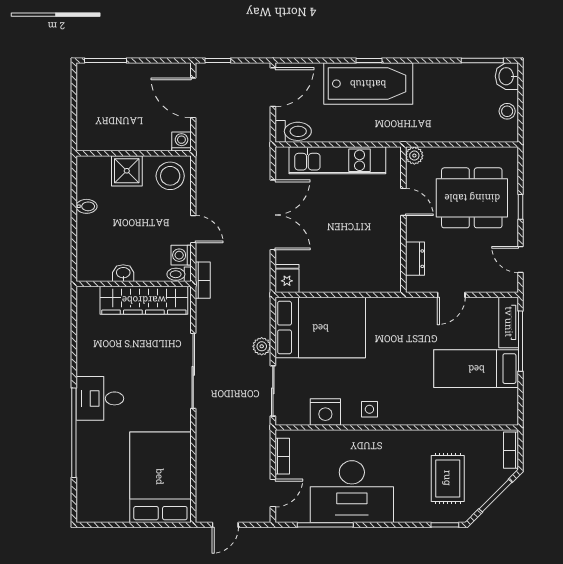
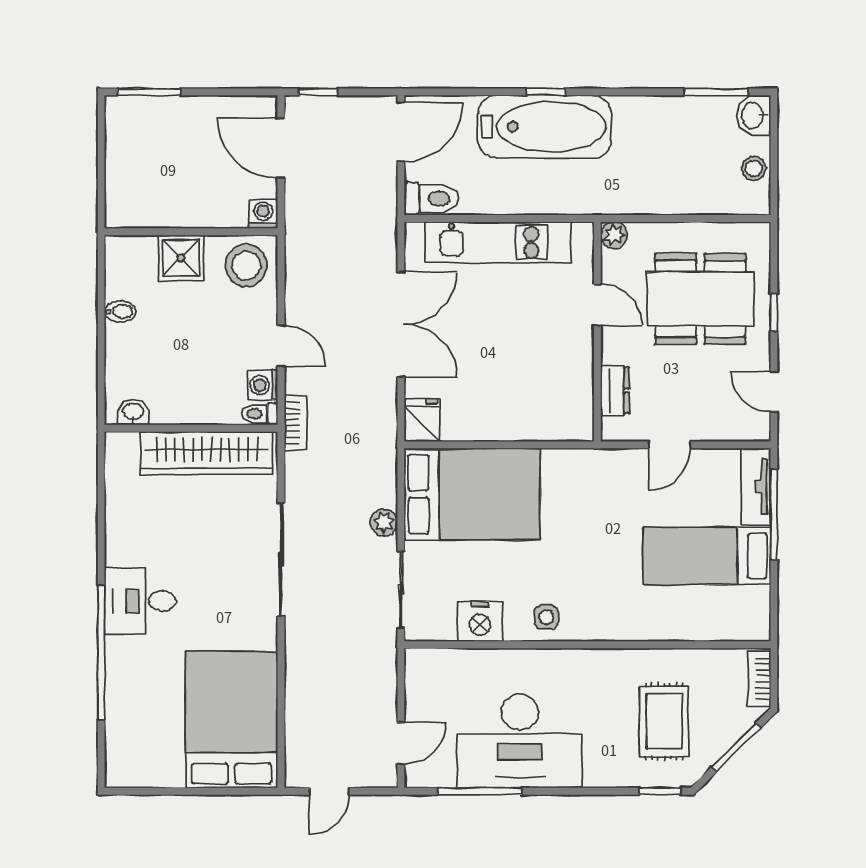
washbasin: (123, 273) -> (133, 412), moved
bookcase: (282, 456) -> (415, 688), removed

